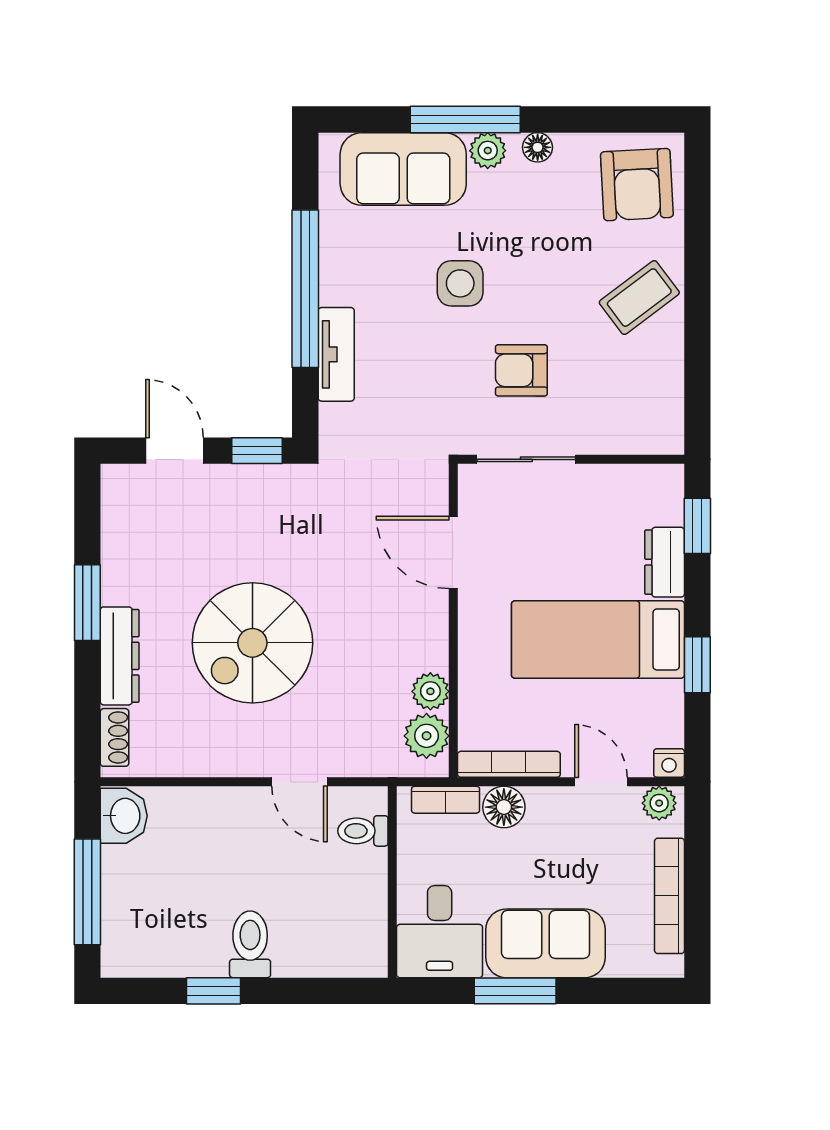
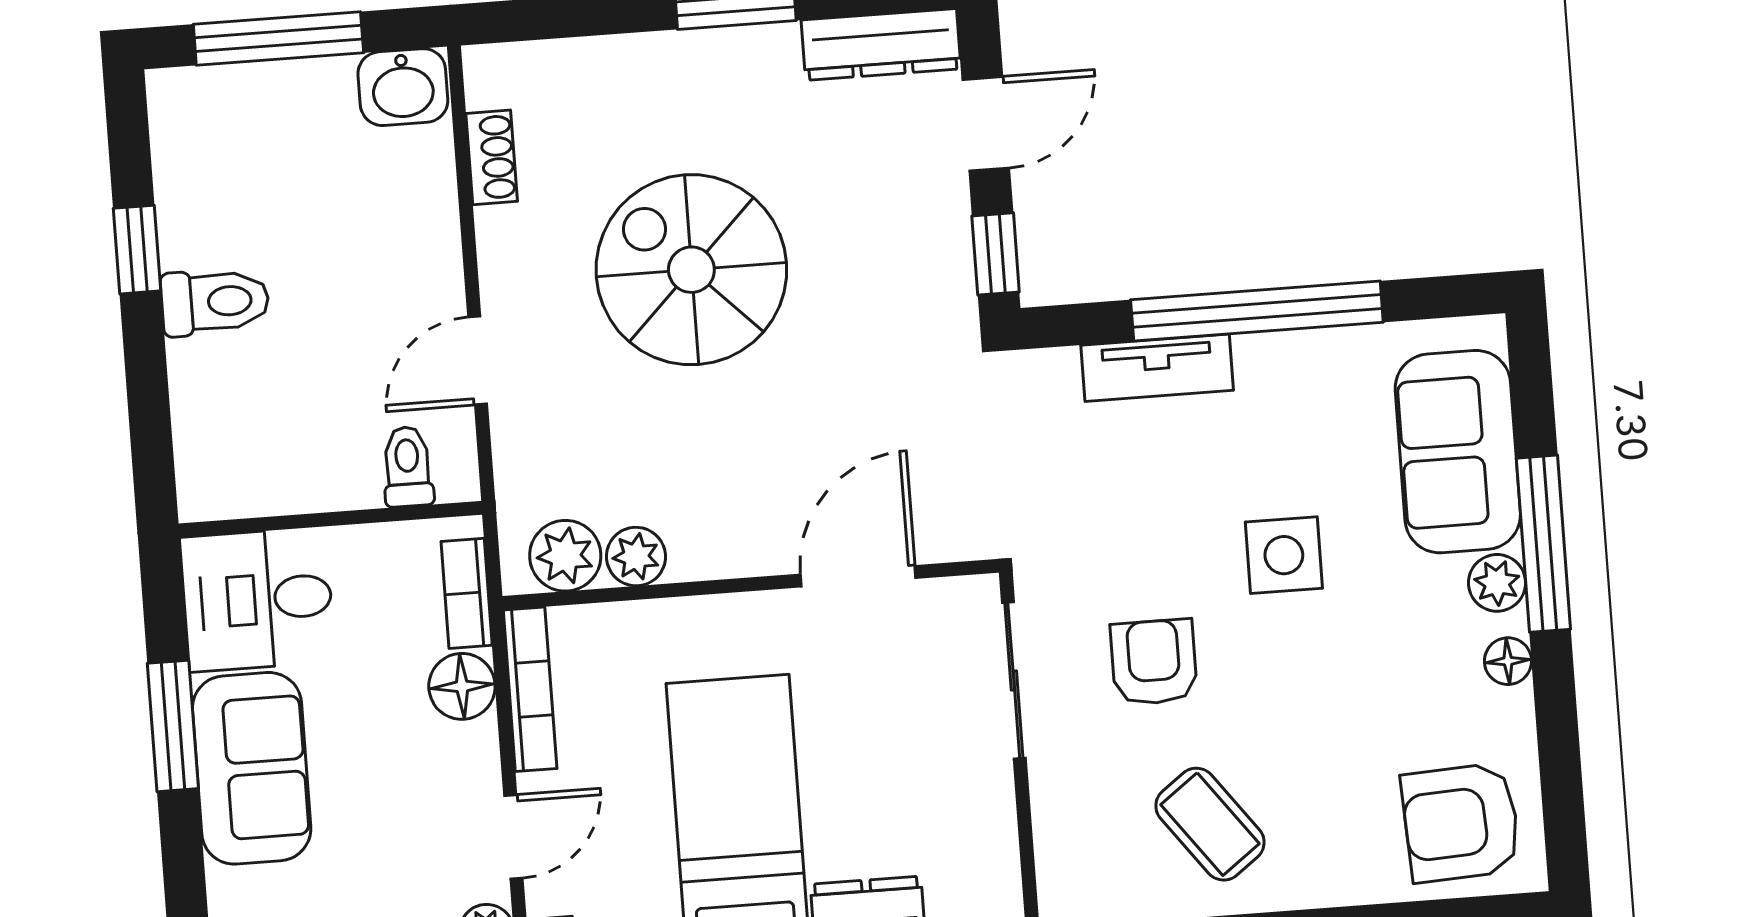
coffee table: (639, 298) -> (1210, 824), moved
dresser: (120, 656) -> (881, 44), moved
shoe rack: (114, 737) -> (492, 157), moved, turned -90

